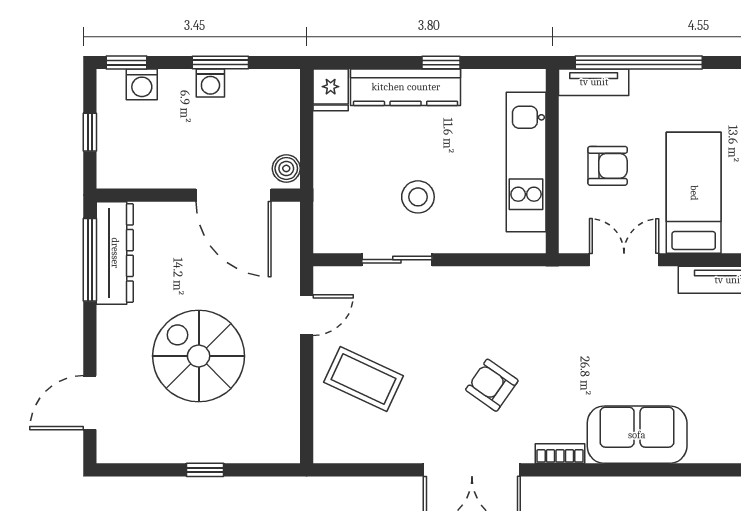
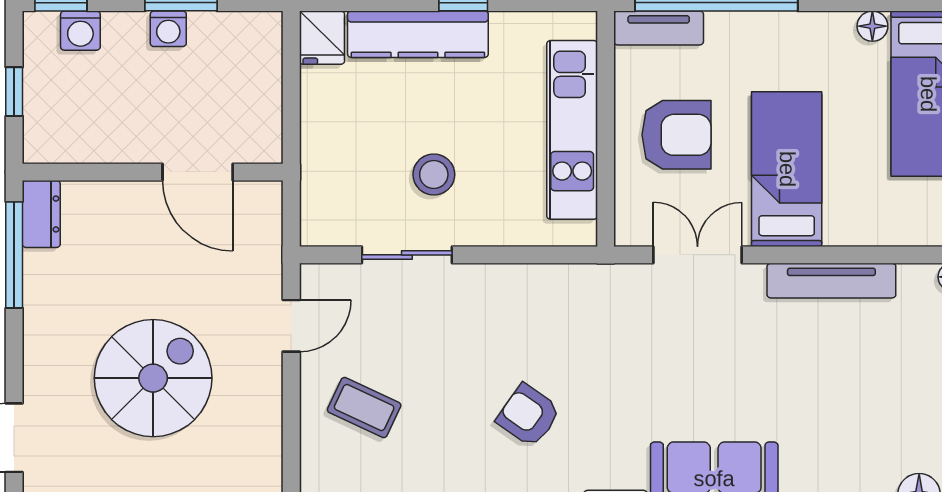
armchair: (608, 166) -> (676, 135), width x1.38, depth x1.38
boiler: (286, 168) -> (265, 138), removed
door: (233, 195) -> (198, 172), width x0.73
dresser: (115, 253) -> (41, 214), width x0.51, depth x0.80
spiral stairs: (199, 356) -> (153, 378), turned 90
coffee table: (363, 379) -> (364, 408), width x0.73, depth x0.77

